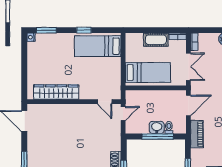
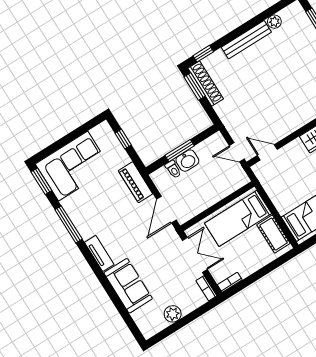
cot: (156, 40) -> (274, 234), moved, turned 90
double door: (188, 67) -> (195, 255), swing flipped
door: (123, 113) -> (237, 152), hinge flipped
window: (158, 137) -> (180, 151), width x0.69

